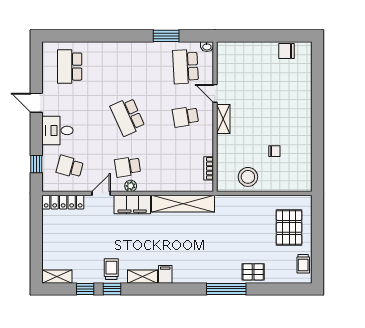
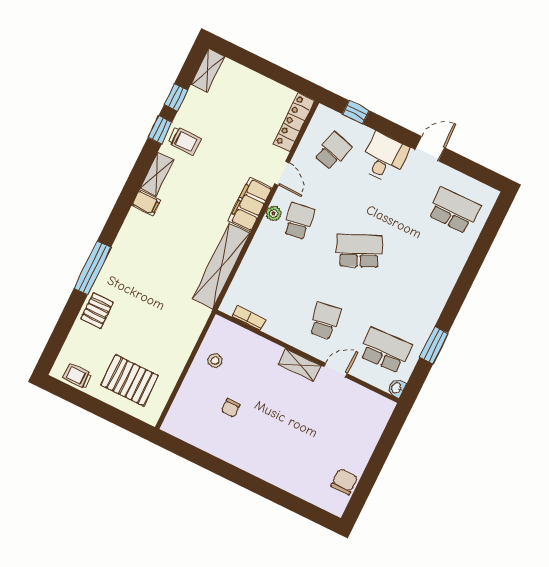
stool: (248, 177) -> (215, 361), width x0.53, depth x0.53

